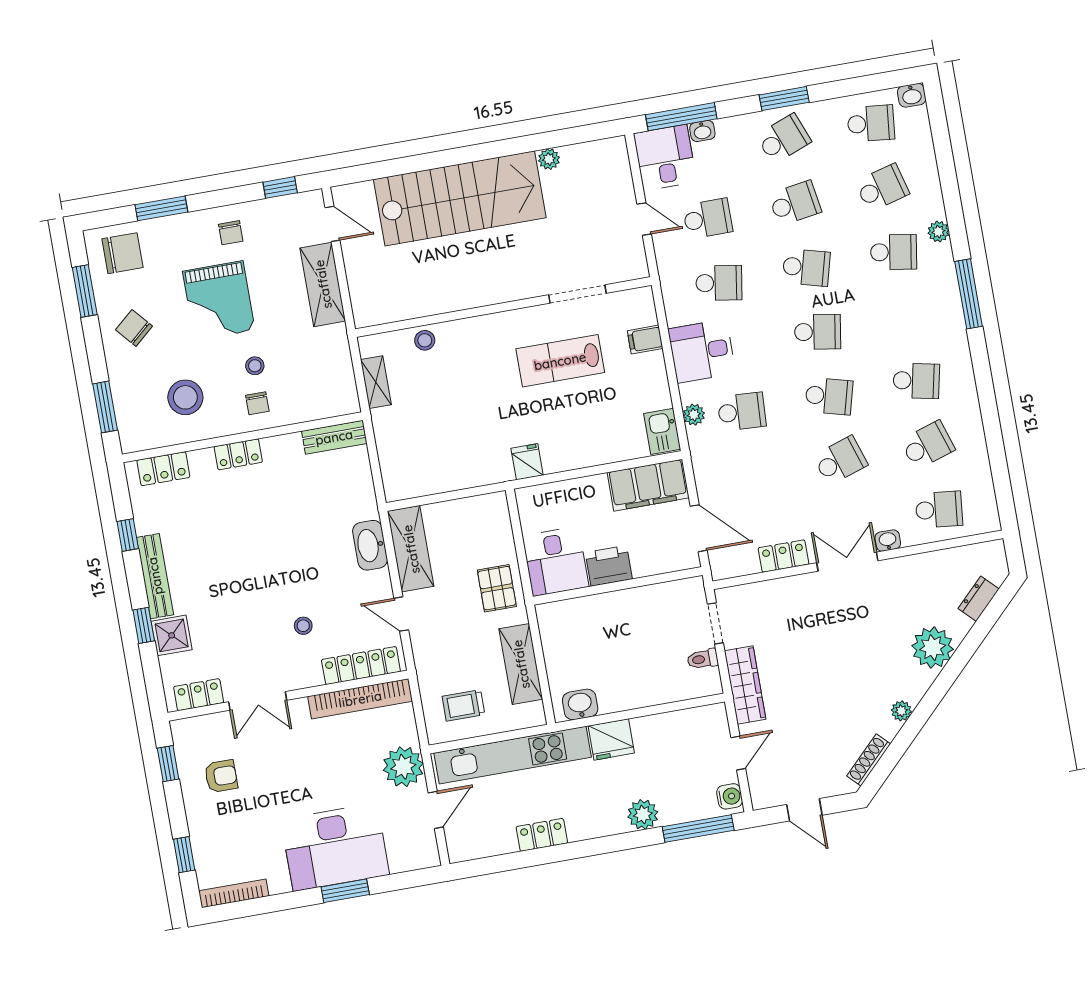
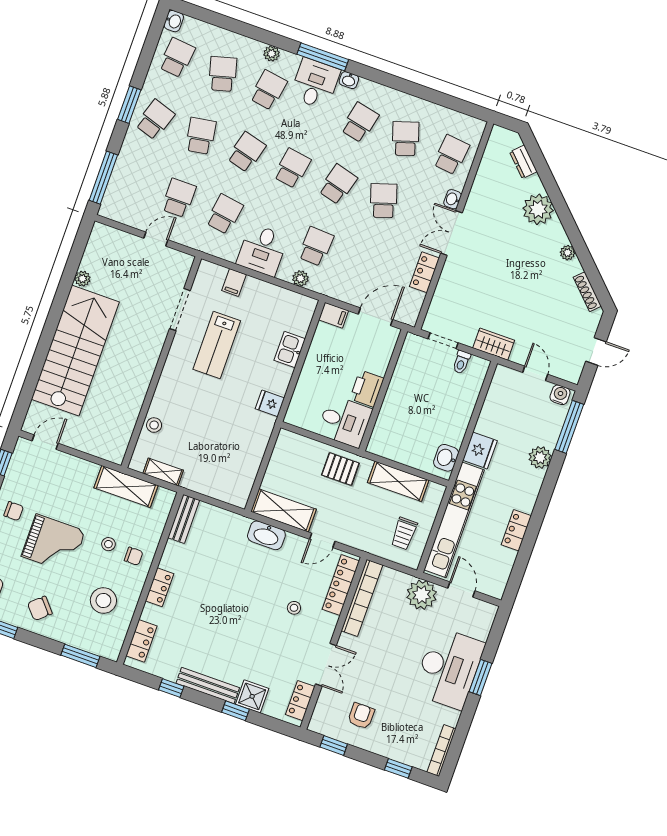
washbasin: (702, 131) -> (349, 80), moved, turned 90
school desk: (784, 139) -> (155, 120), turned 39
desk: (665, 158) -> (315, 84), moved, turned 90
shelving: (323, 284) -> (126, 487), moved
kitchen sink: (662, 431) -> (290, 350), moved, turned 90
filing cabinet: (648, 485) -> (334, 315), width x0.33, depth x0.86
wardrobe: (745, 685) -> (494, 344), width x0.67

